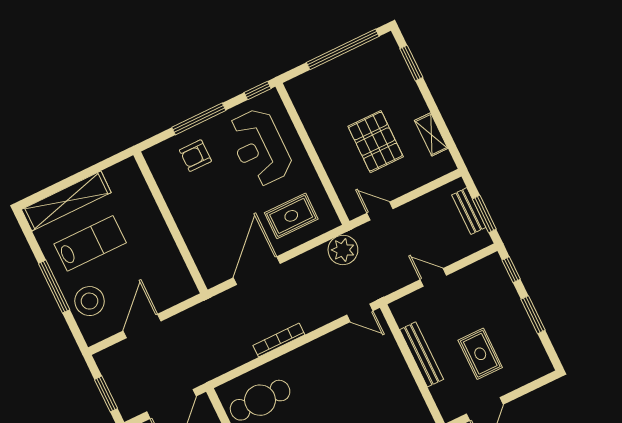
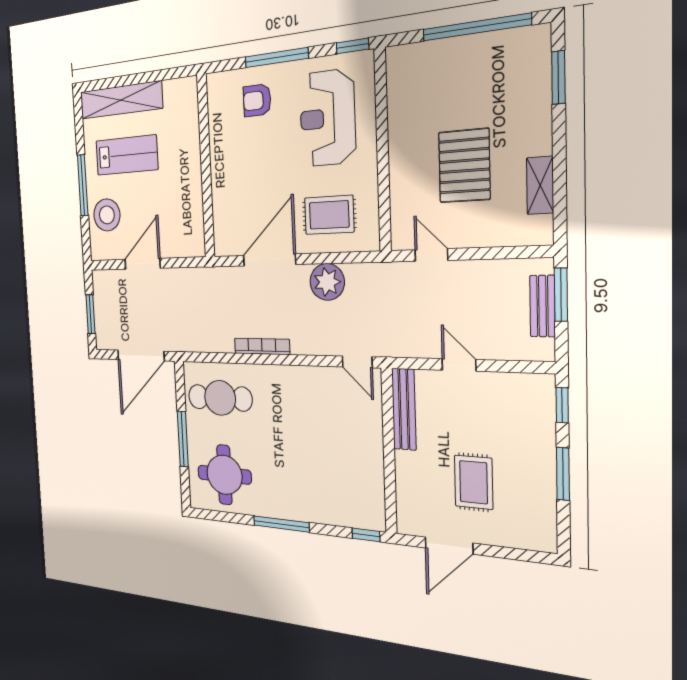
window: (484, 214) -> (561, 295), moved
plant: (343, 250) -> (327, 282), moved
bench: (422, 354) -> (404, 409), moved

